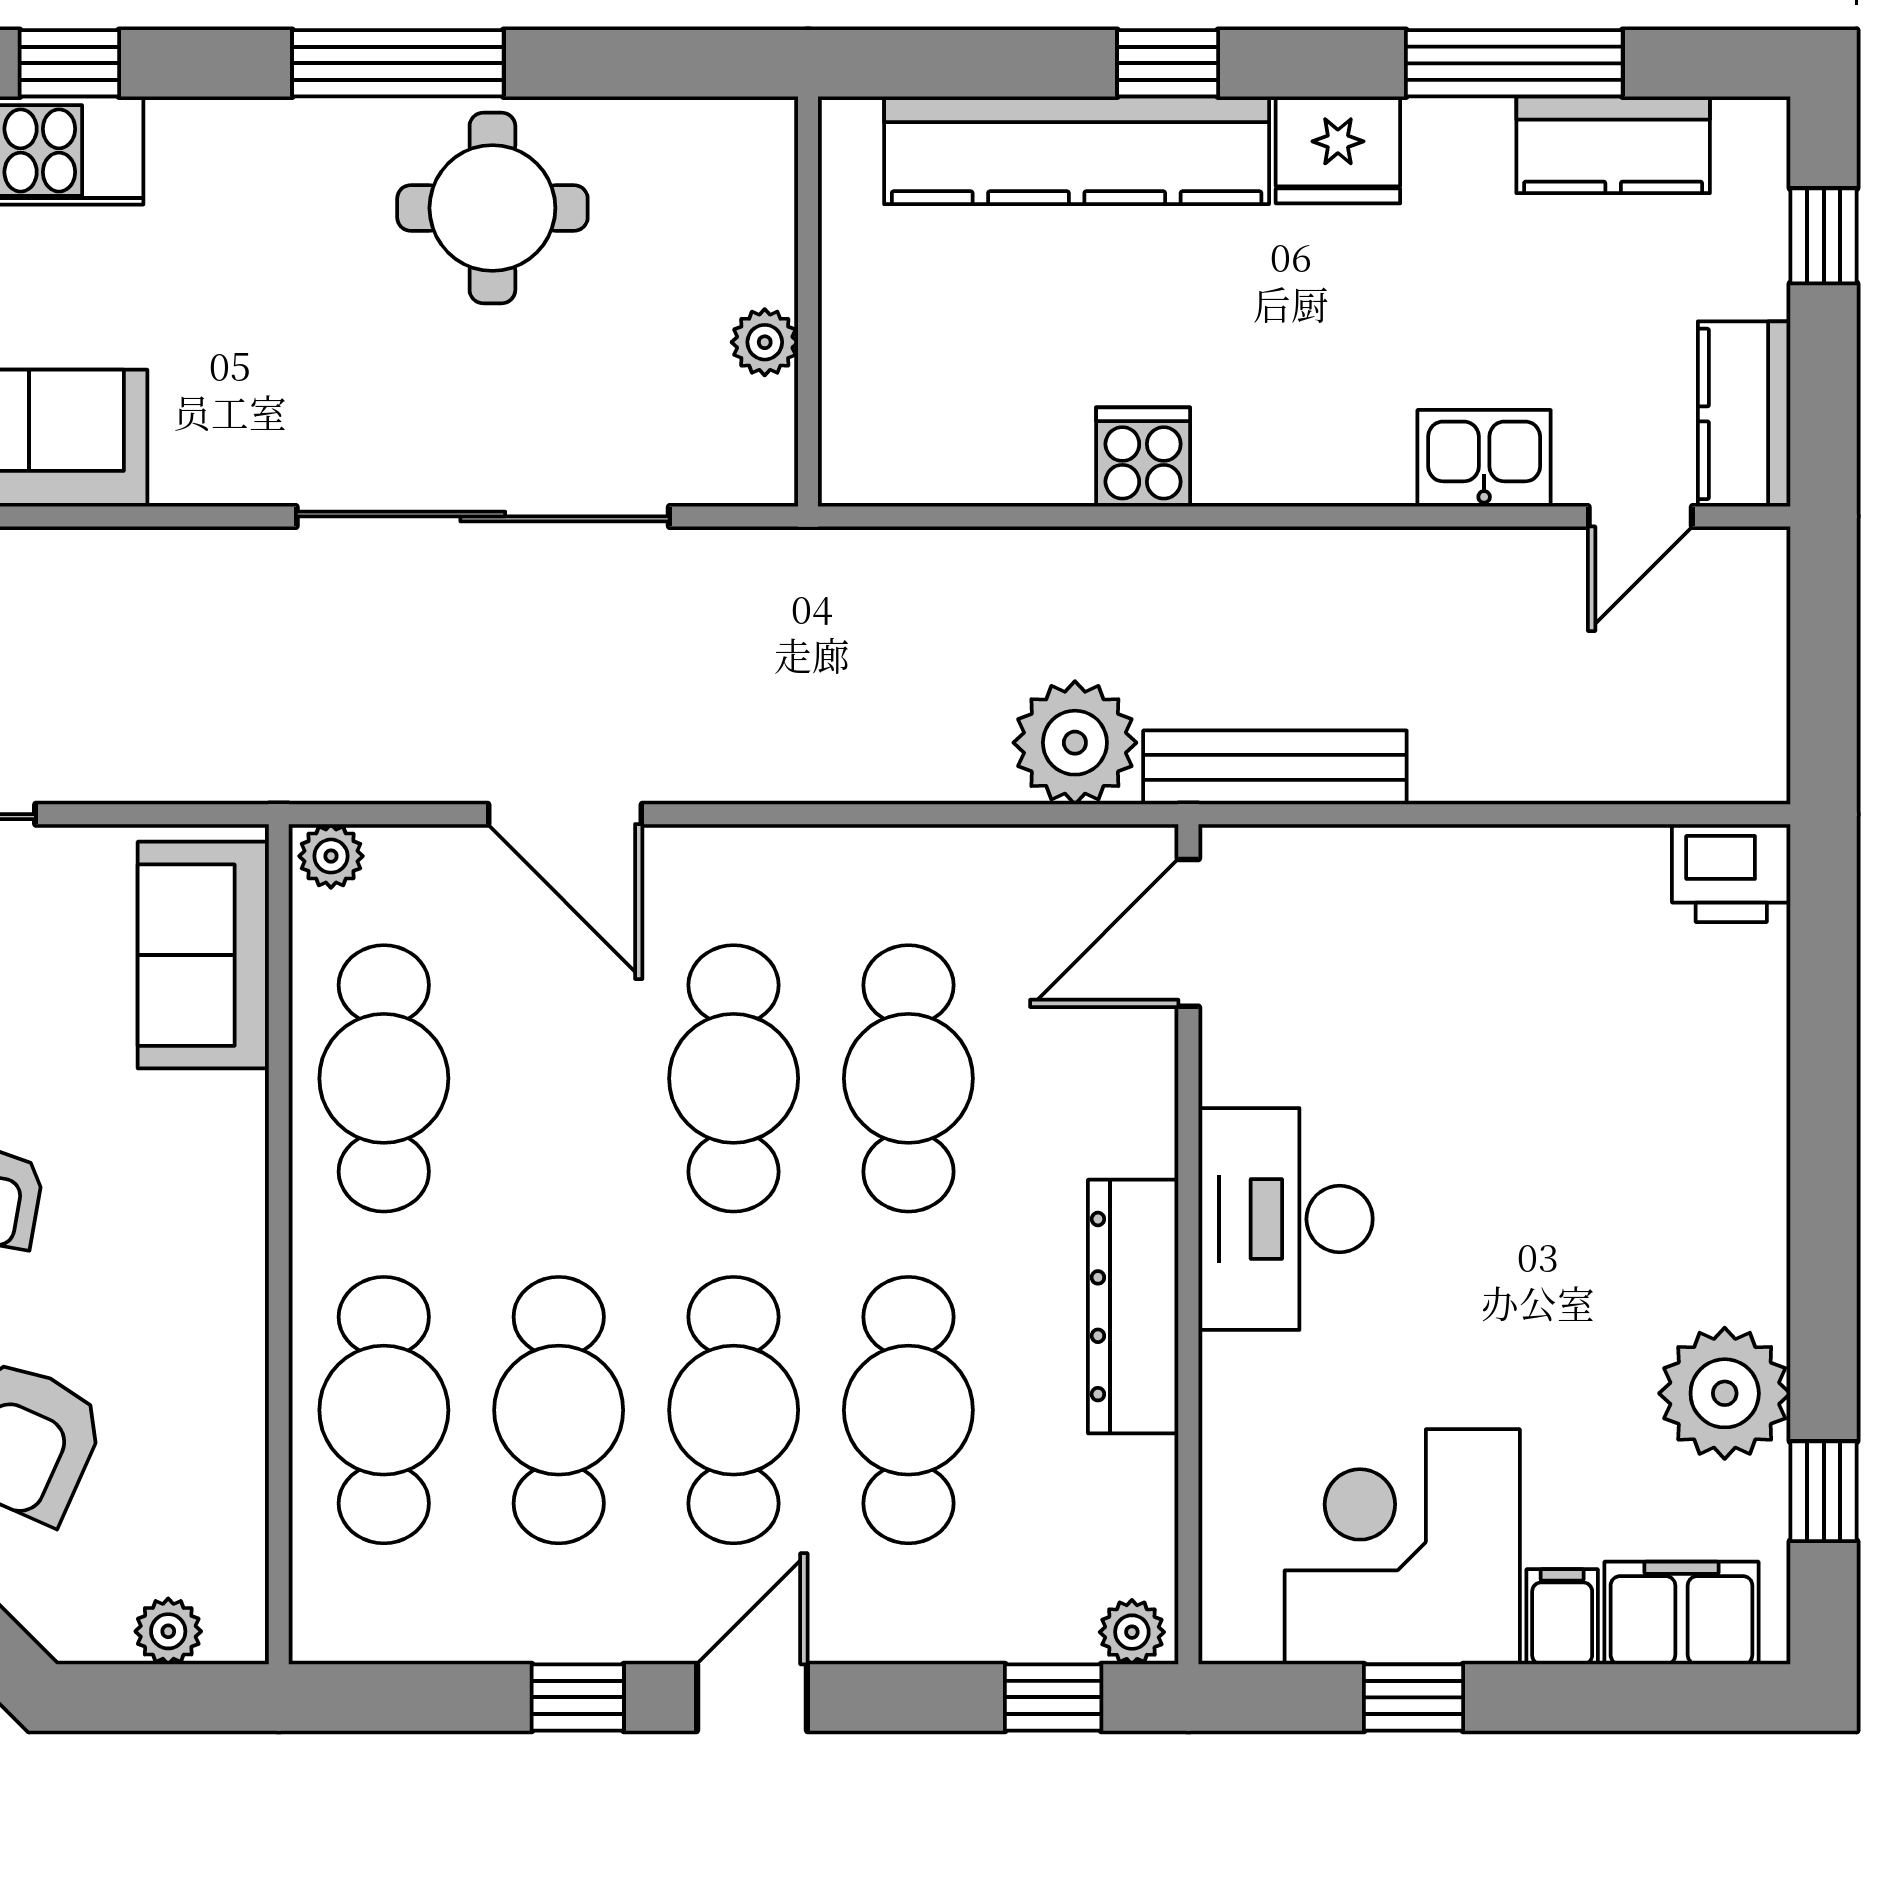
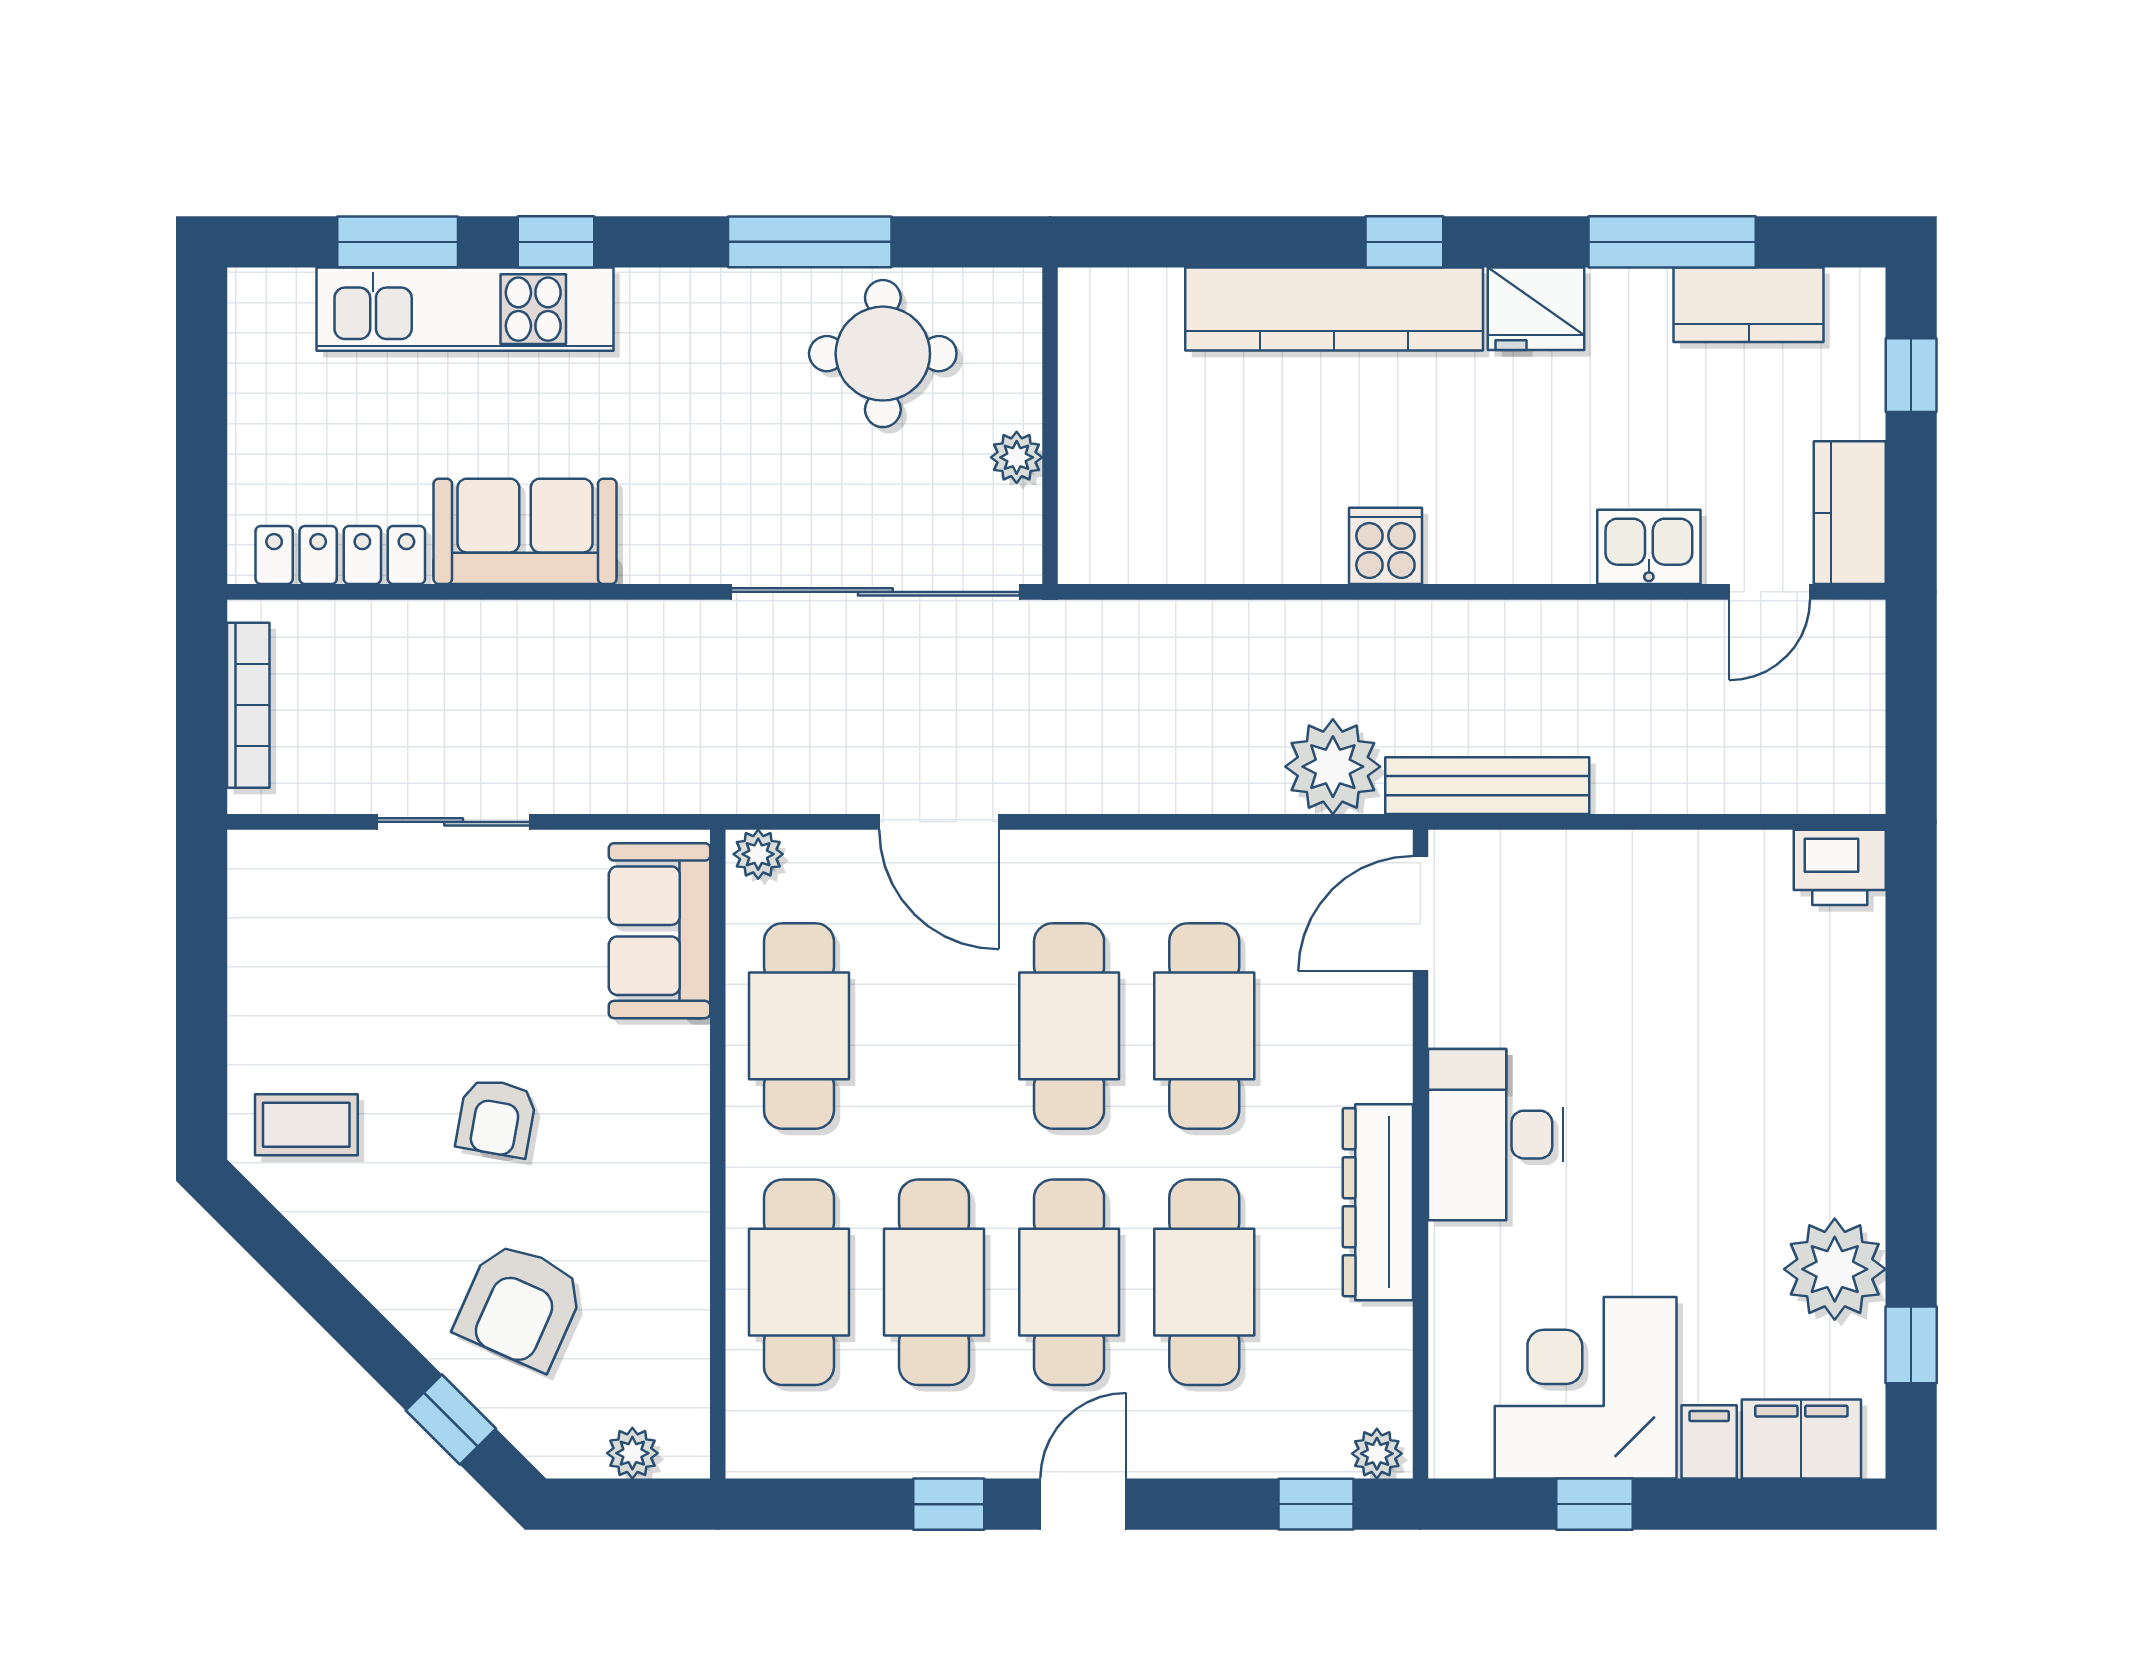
wall: (808, 301) -> (1050, 426), moved
plant: (765, 342) -> (1017, 457), moved

